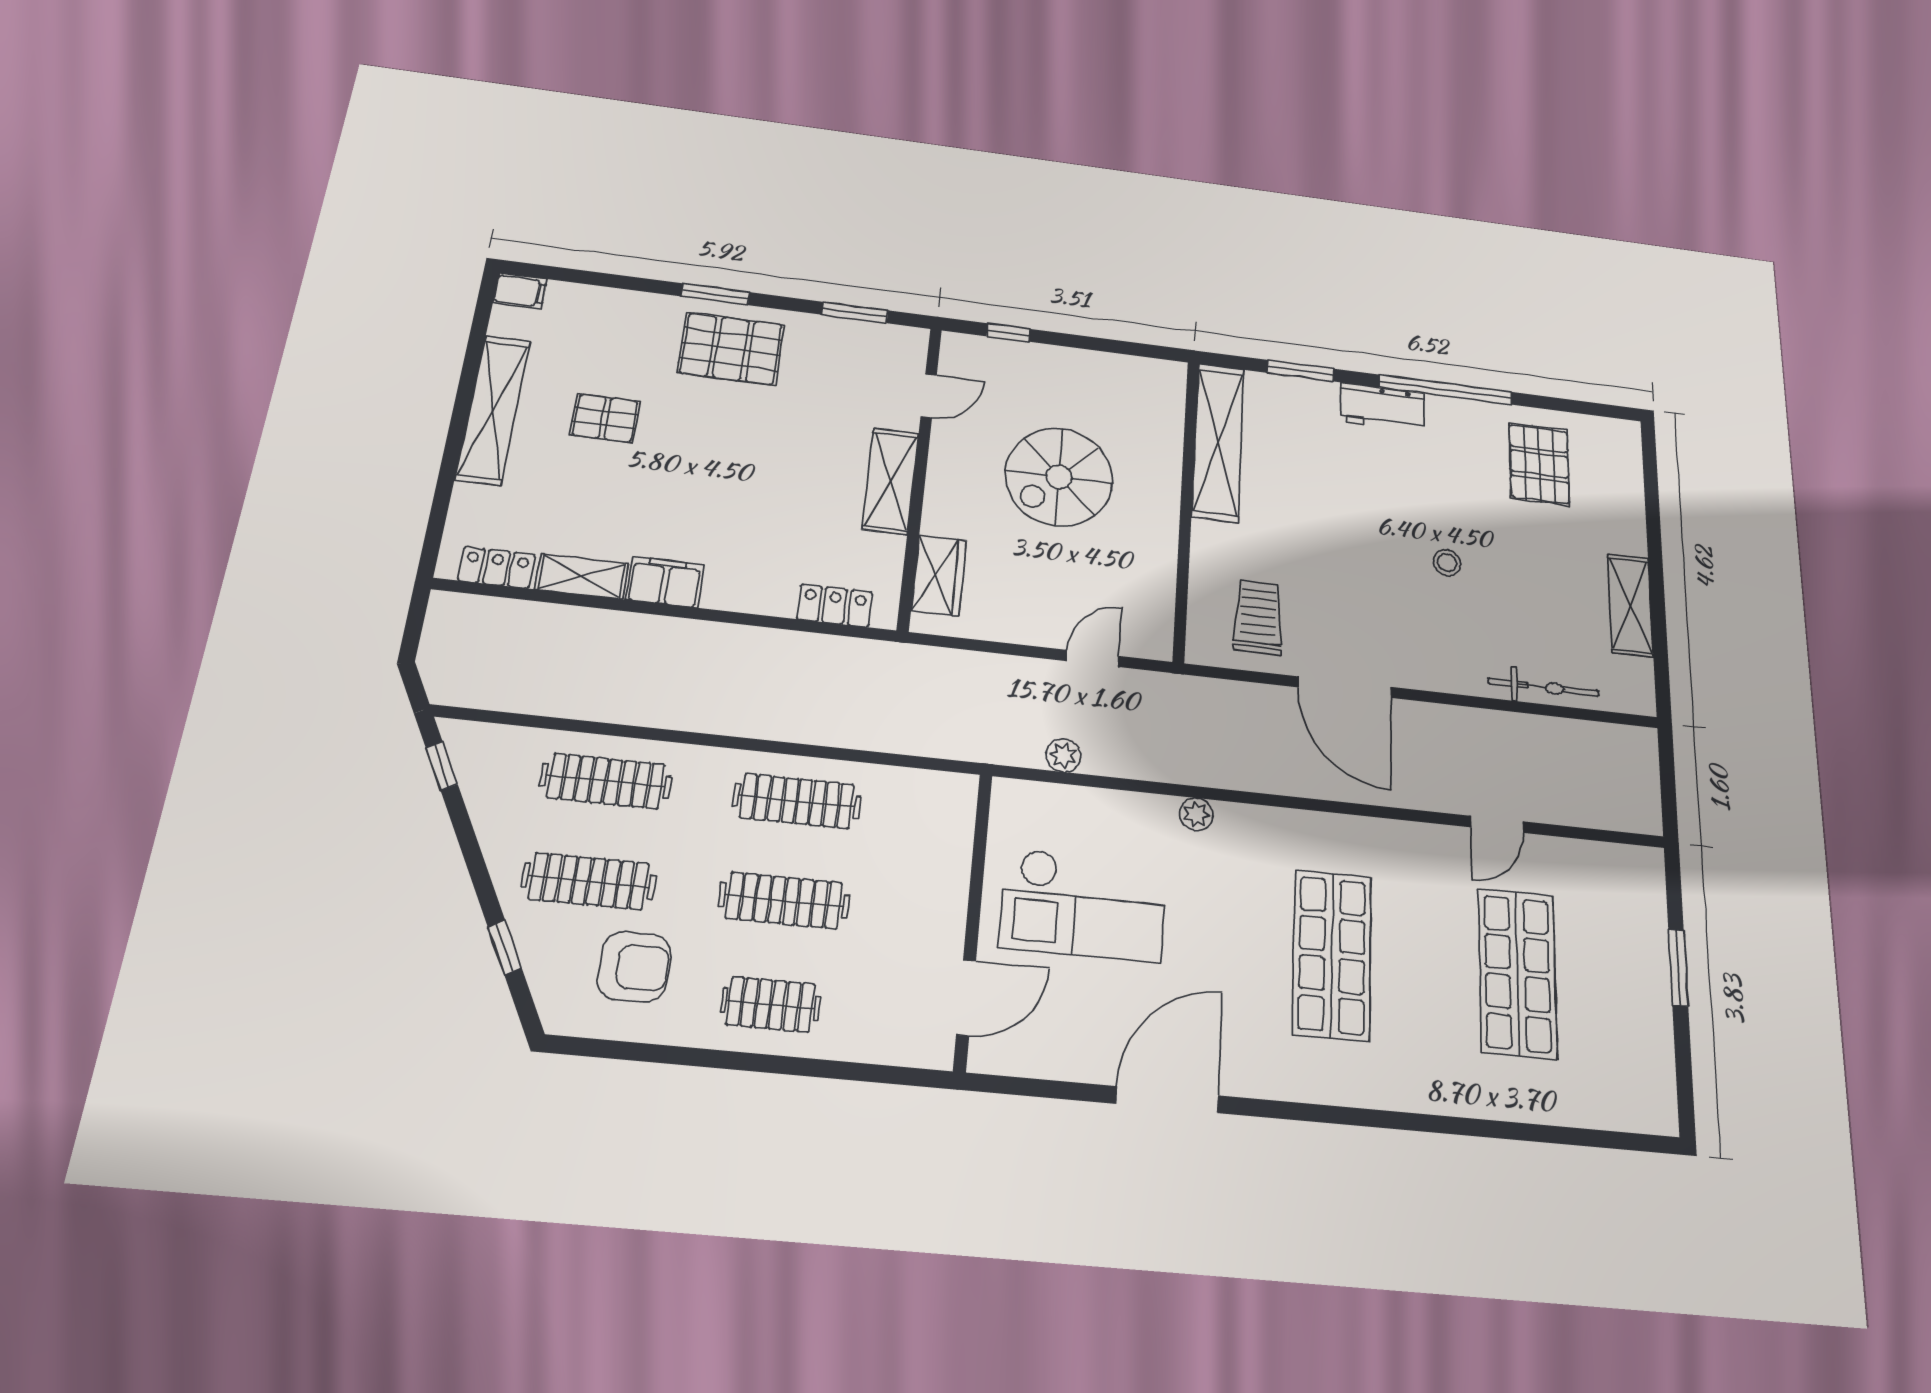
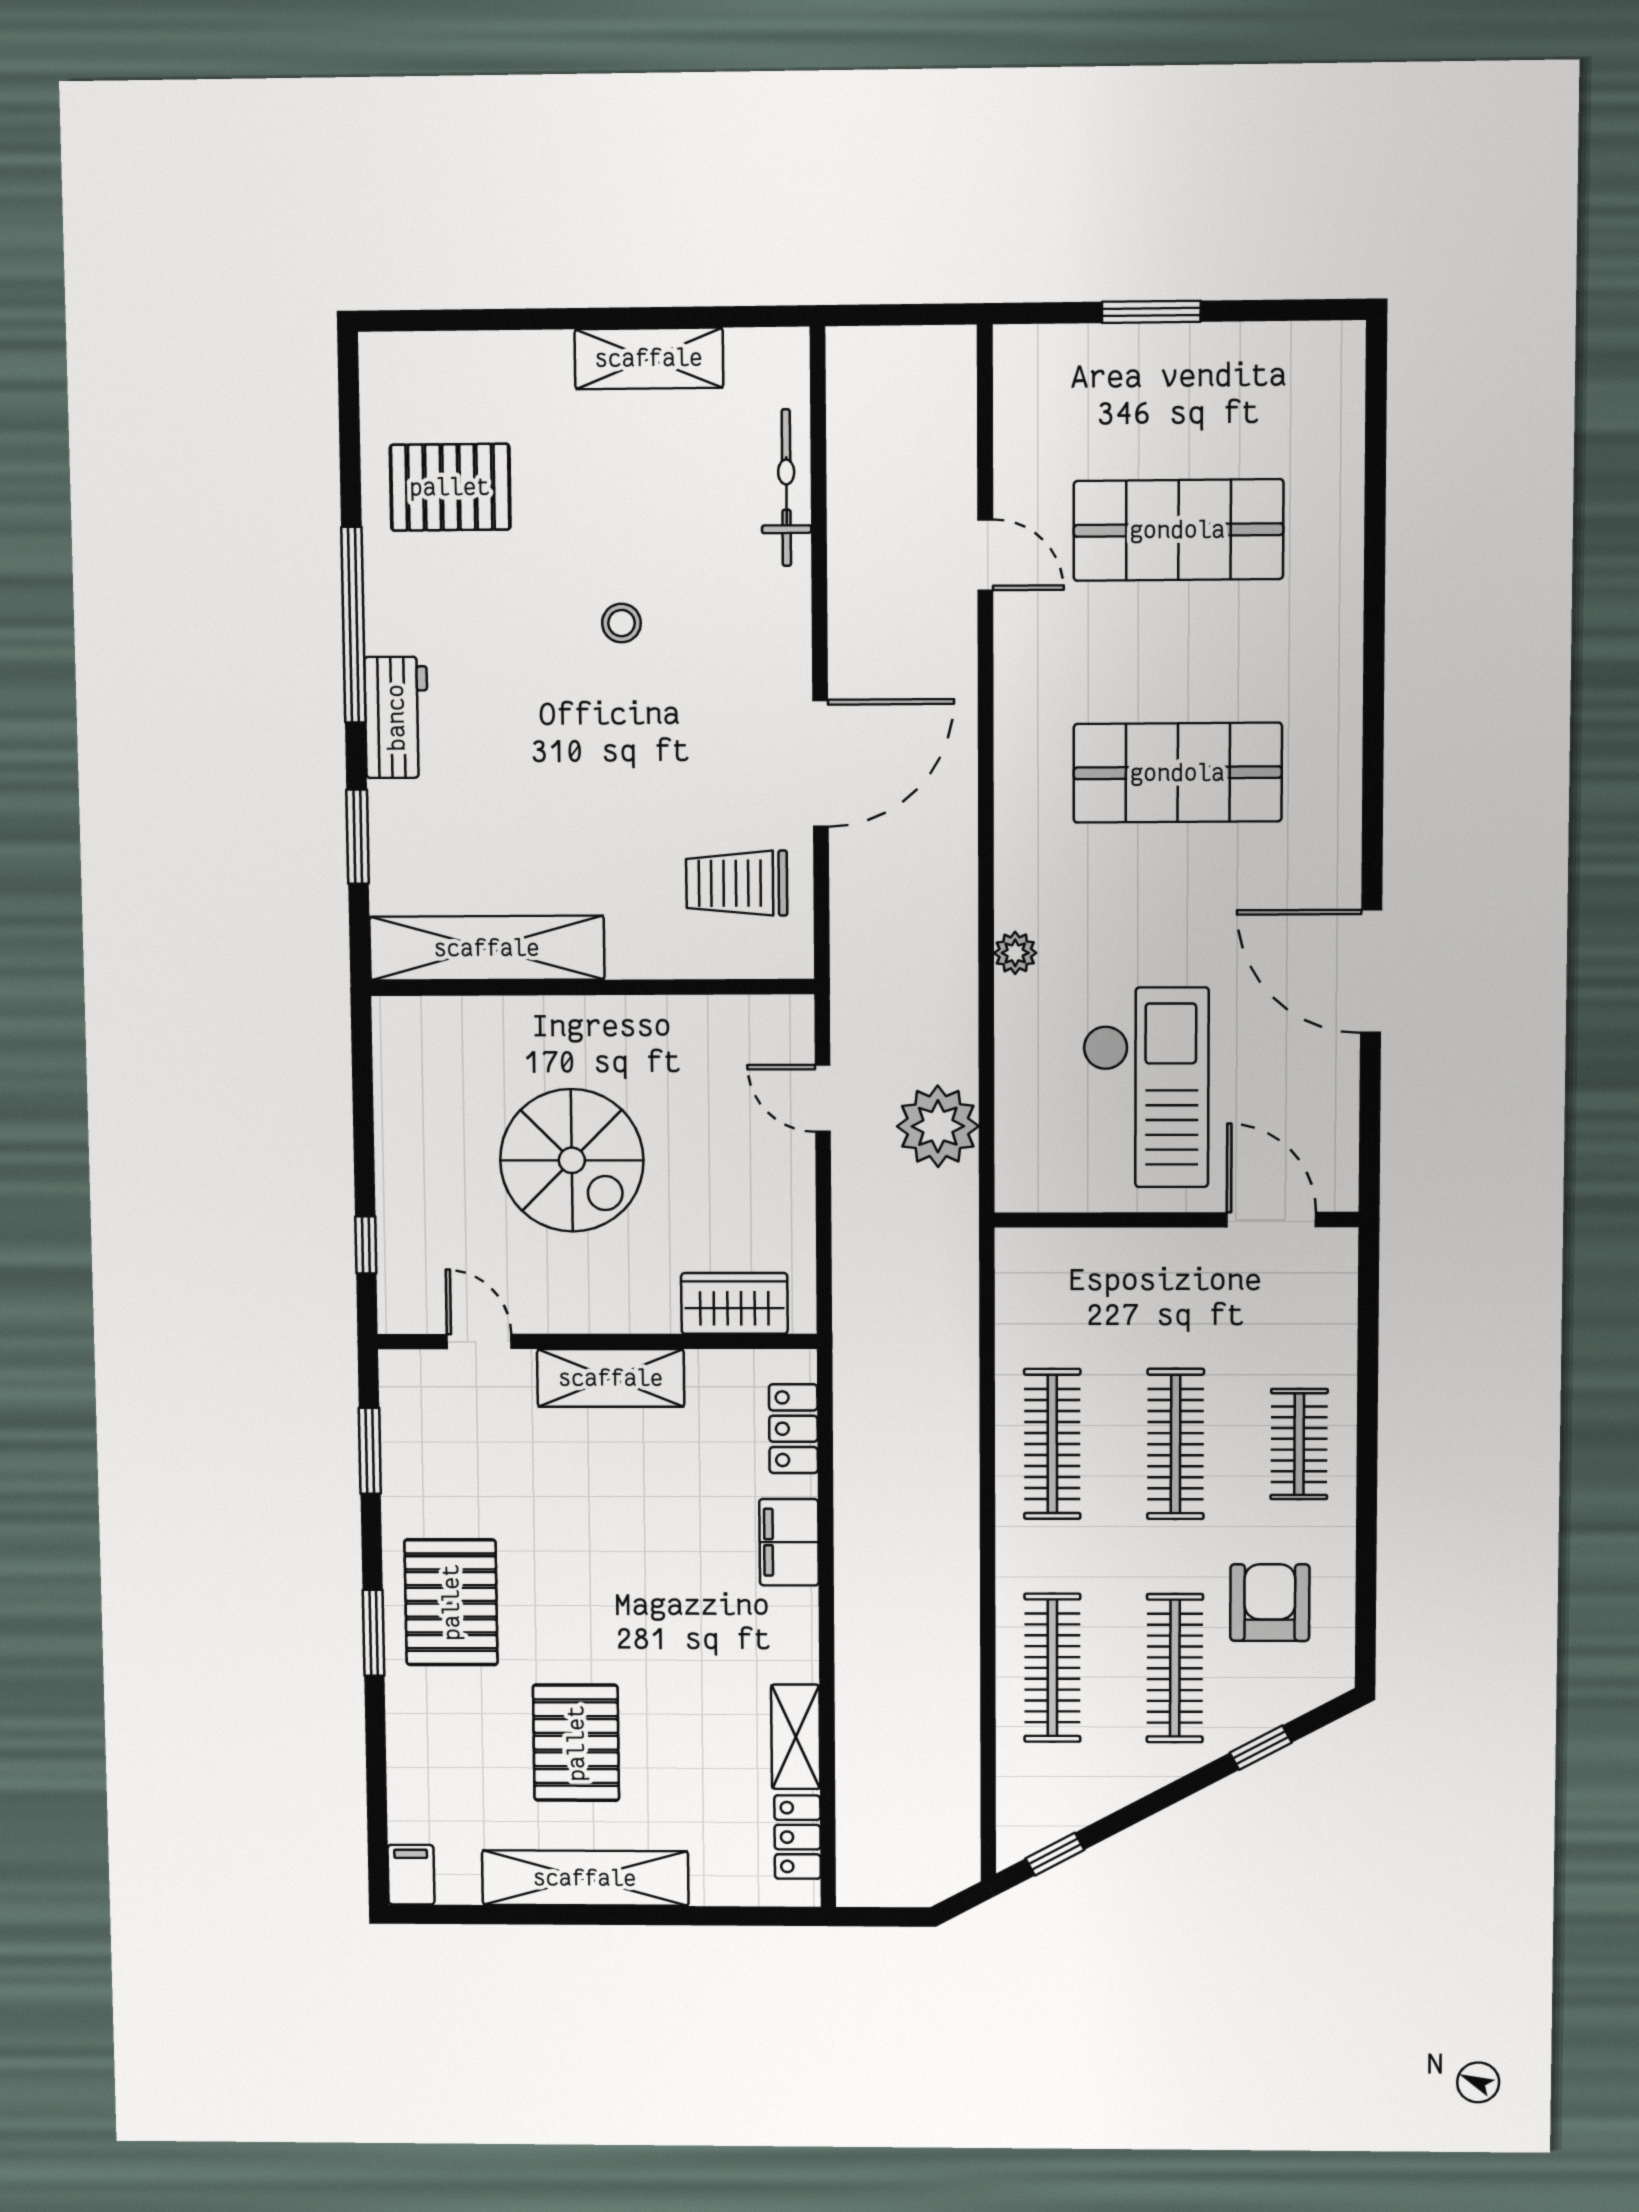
pallet: (605, 418) -> (576, 1743), width x1.50, depth x1.42
filing cabinet: (665, 582) -> (789, 1542), moved
plant: (1063, 755) -> (938, 1126), width x1.88, depth x1.88

